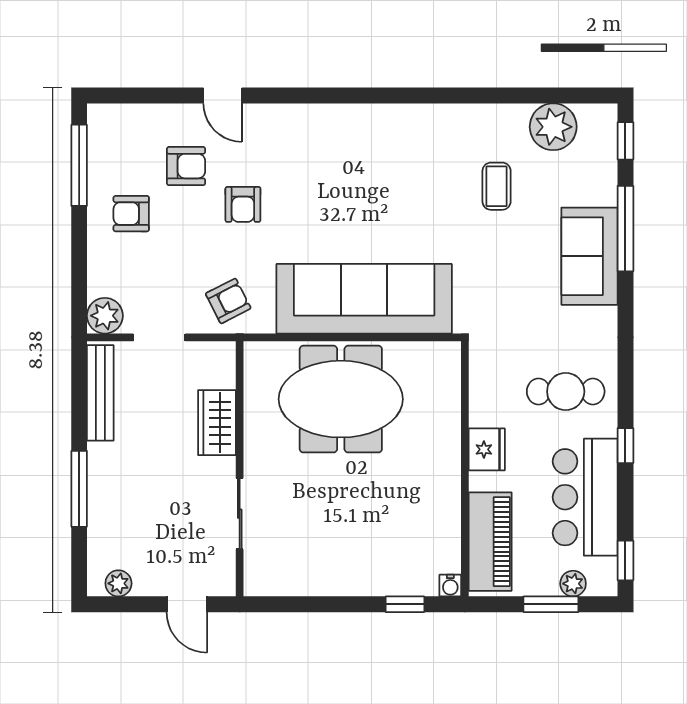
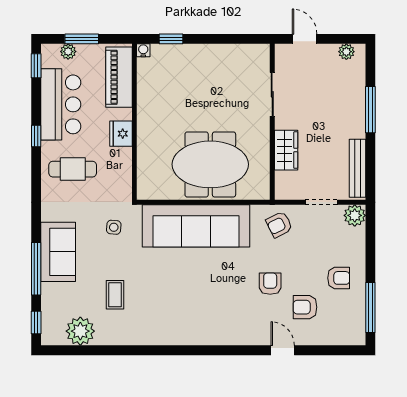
side table: (498, 297) -> (114, 227), added

